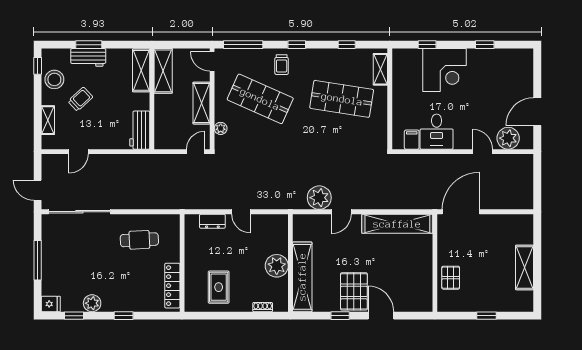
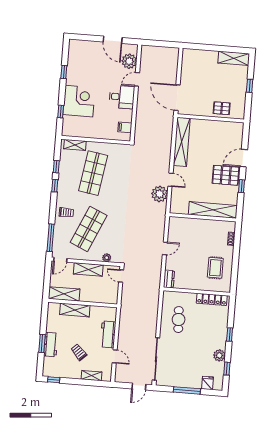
window: (297, 45) -> (55, 186), moved
shelving: (141, 70) -> (75, 310), moved
stool: (54, 79) -> (64, 369), removed
workbench: (140, 130) -> (108, 334), moved, turned 90
desk: (437, 132) -> (122, 97), moved
dresser: (212, 221) -> (169, 279), moved
plant: (277, 266) -> (204, 227), removed
shelving: (525, 267) -> (234, 58), moved
rug: (219, 287) -> (215, 268), turned 90
fridge: (51, 304) -> (208, 383), moved

